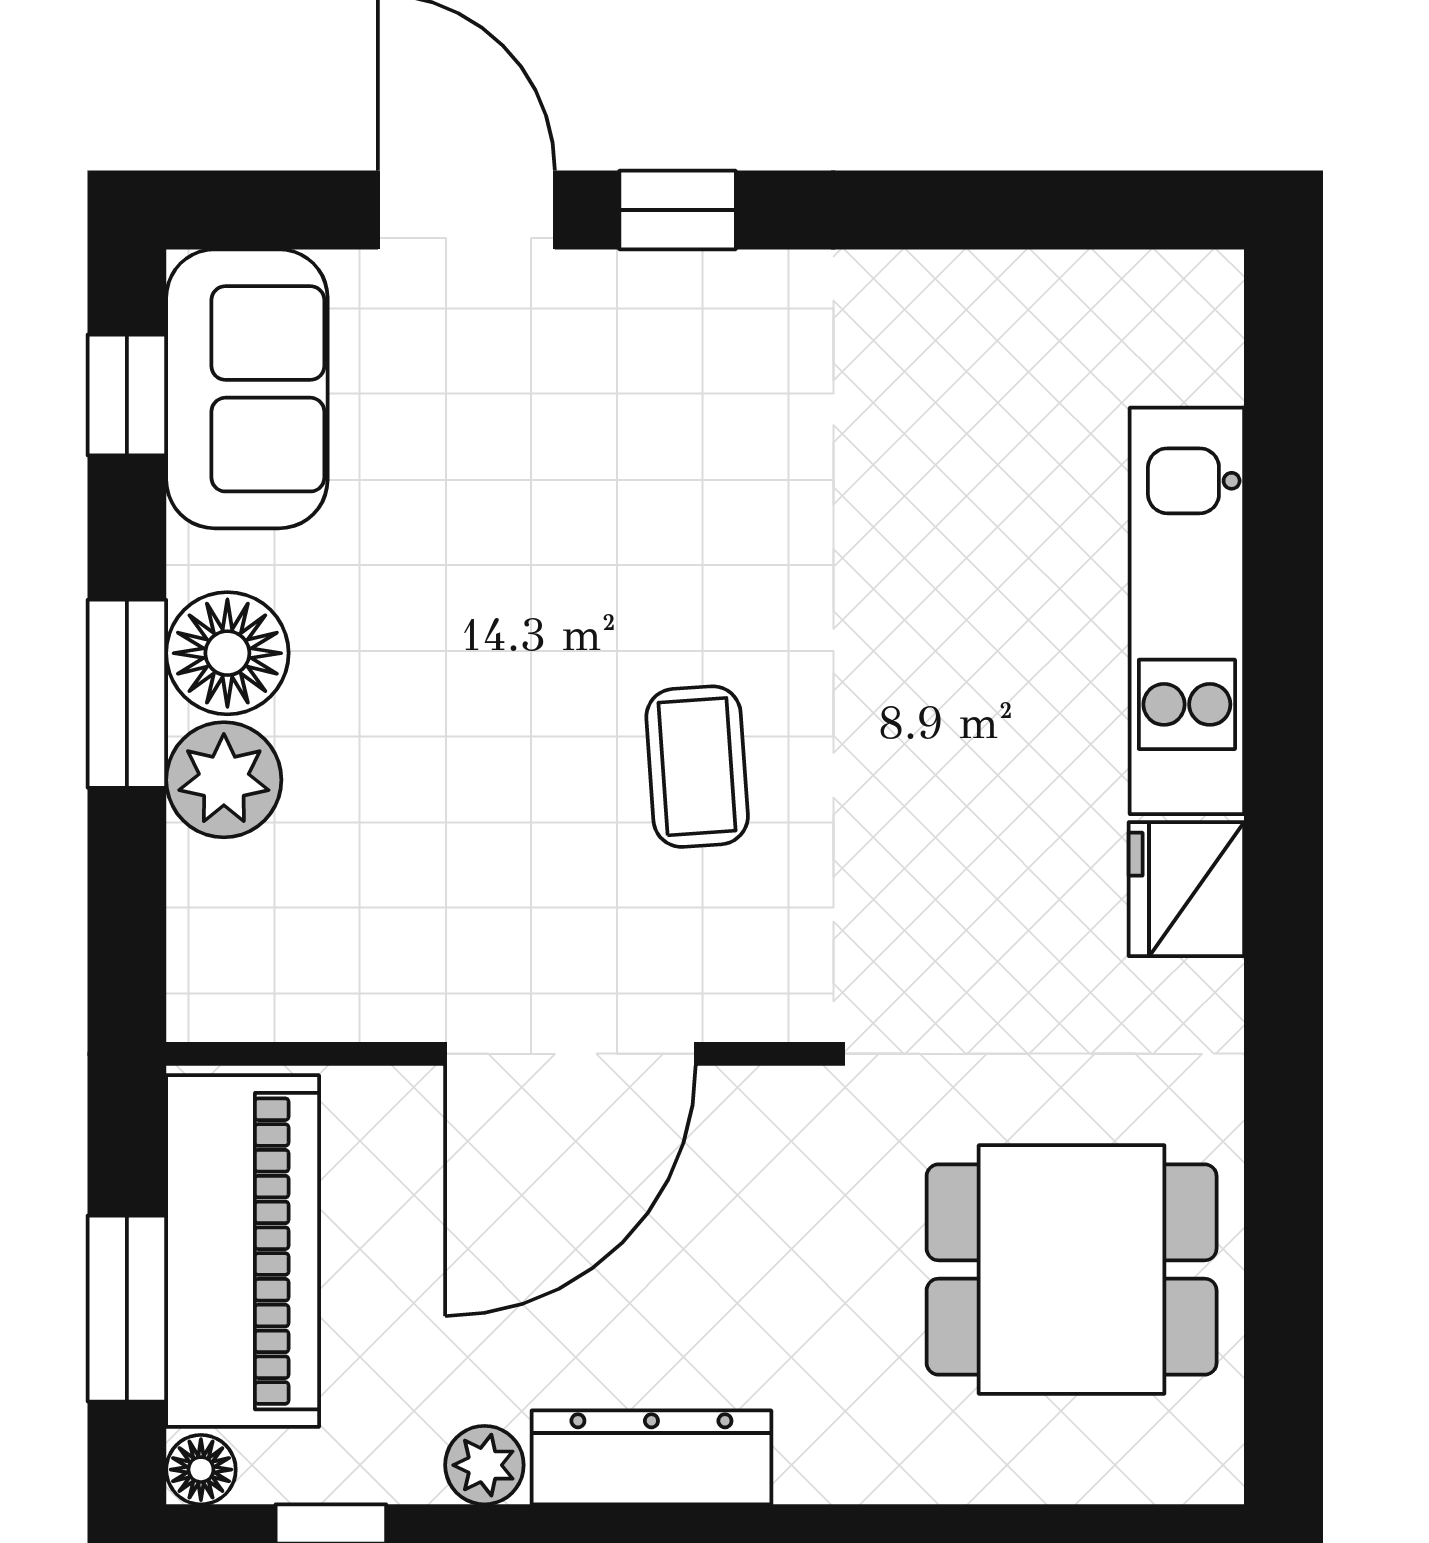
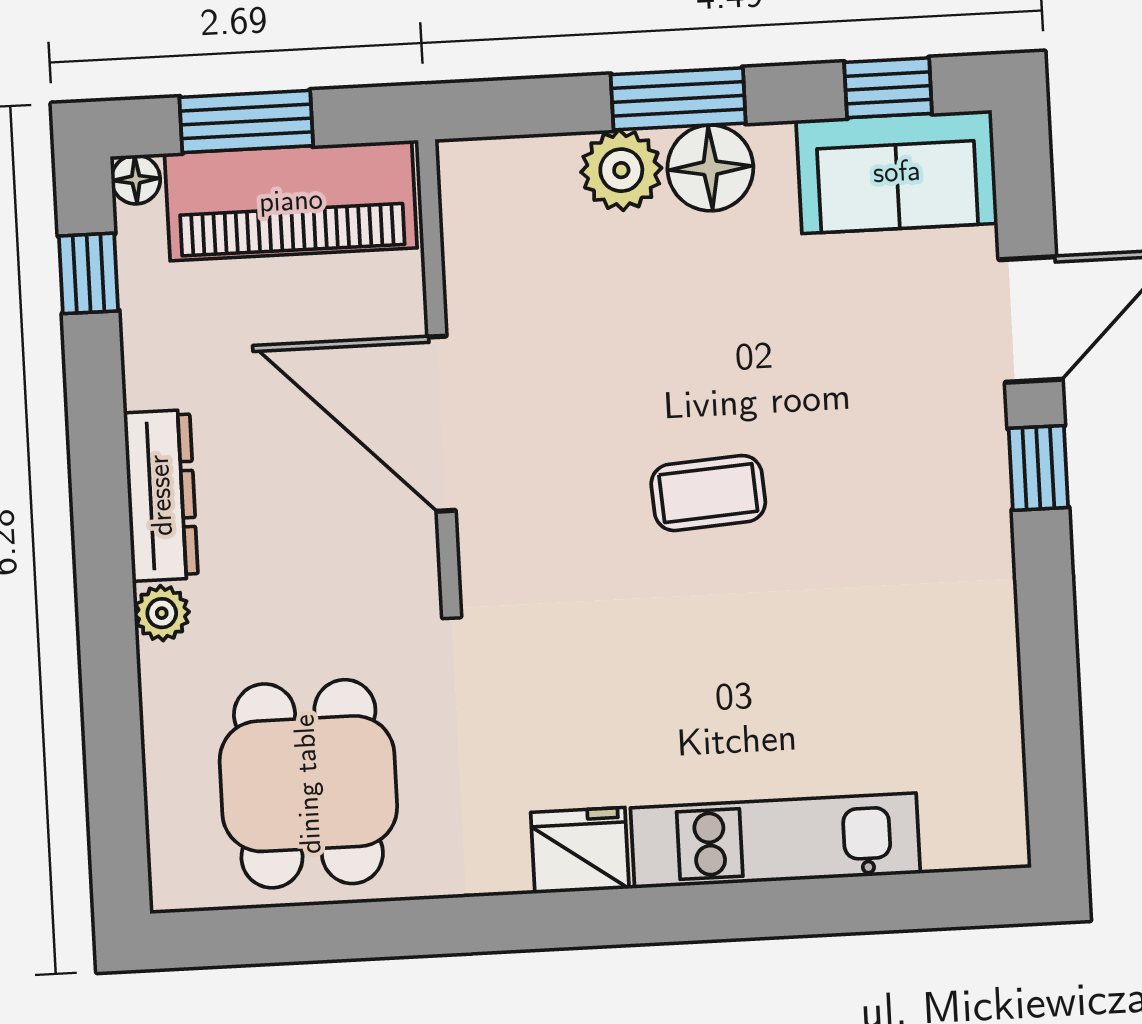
coffee table: (697, 767) -> (708, 493), moved
plant: (484, 1465) -> (162, 613), moved

